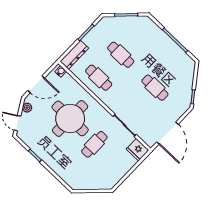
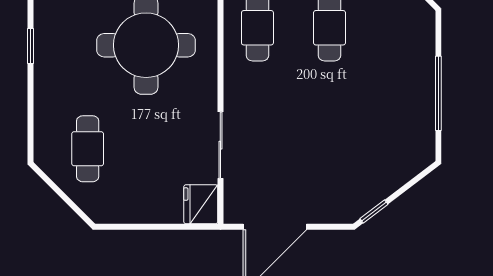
cafe table: (155, 88) -> (329, 135), removed
cafe table: (94, 144) -> (88, 149), moved, turned 90

